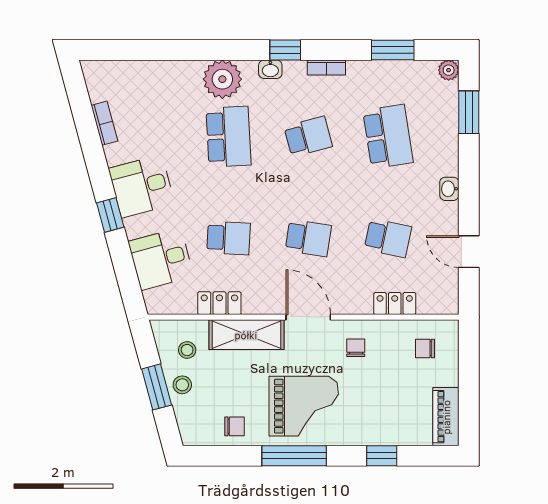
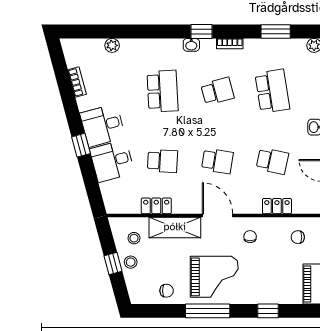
plant: (222, 79) -> (112, 45), moved, width x0.53, depth x0.53
desk: (161, 259) -> (112, 161), moved
window: (157, 387) -> (113, 264), width x0.67

